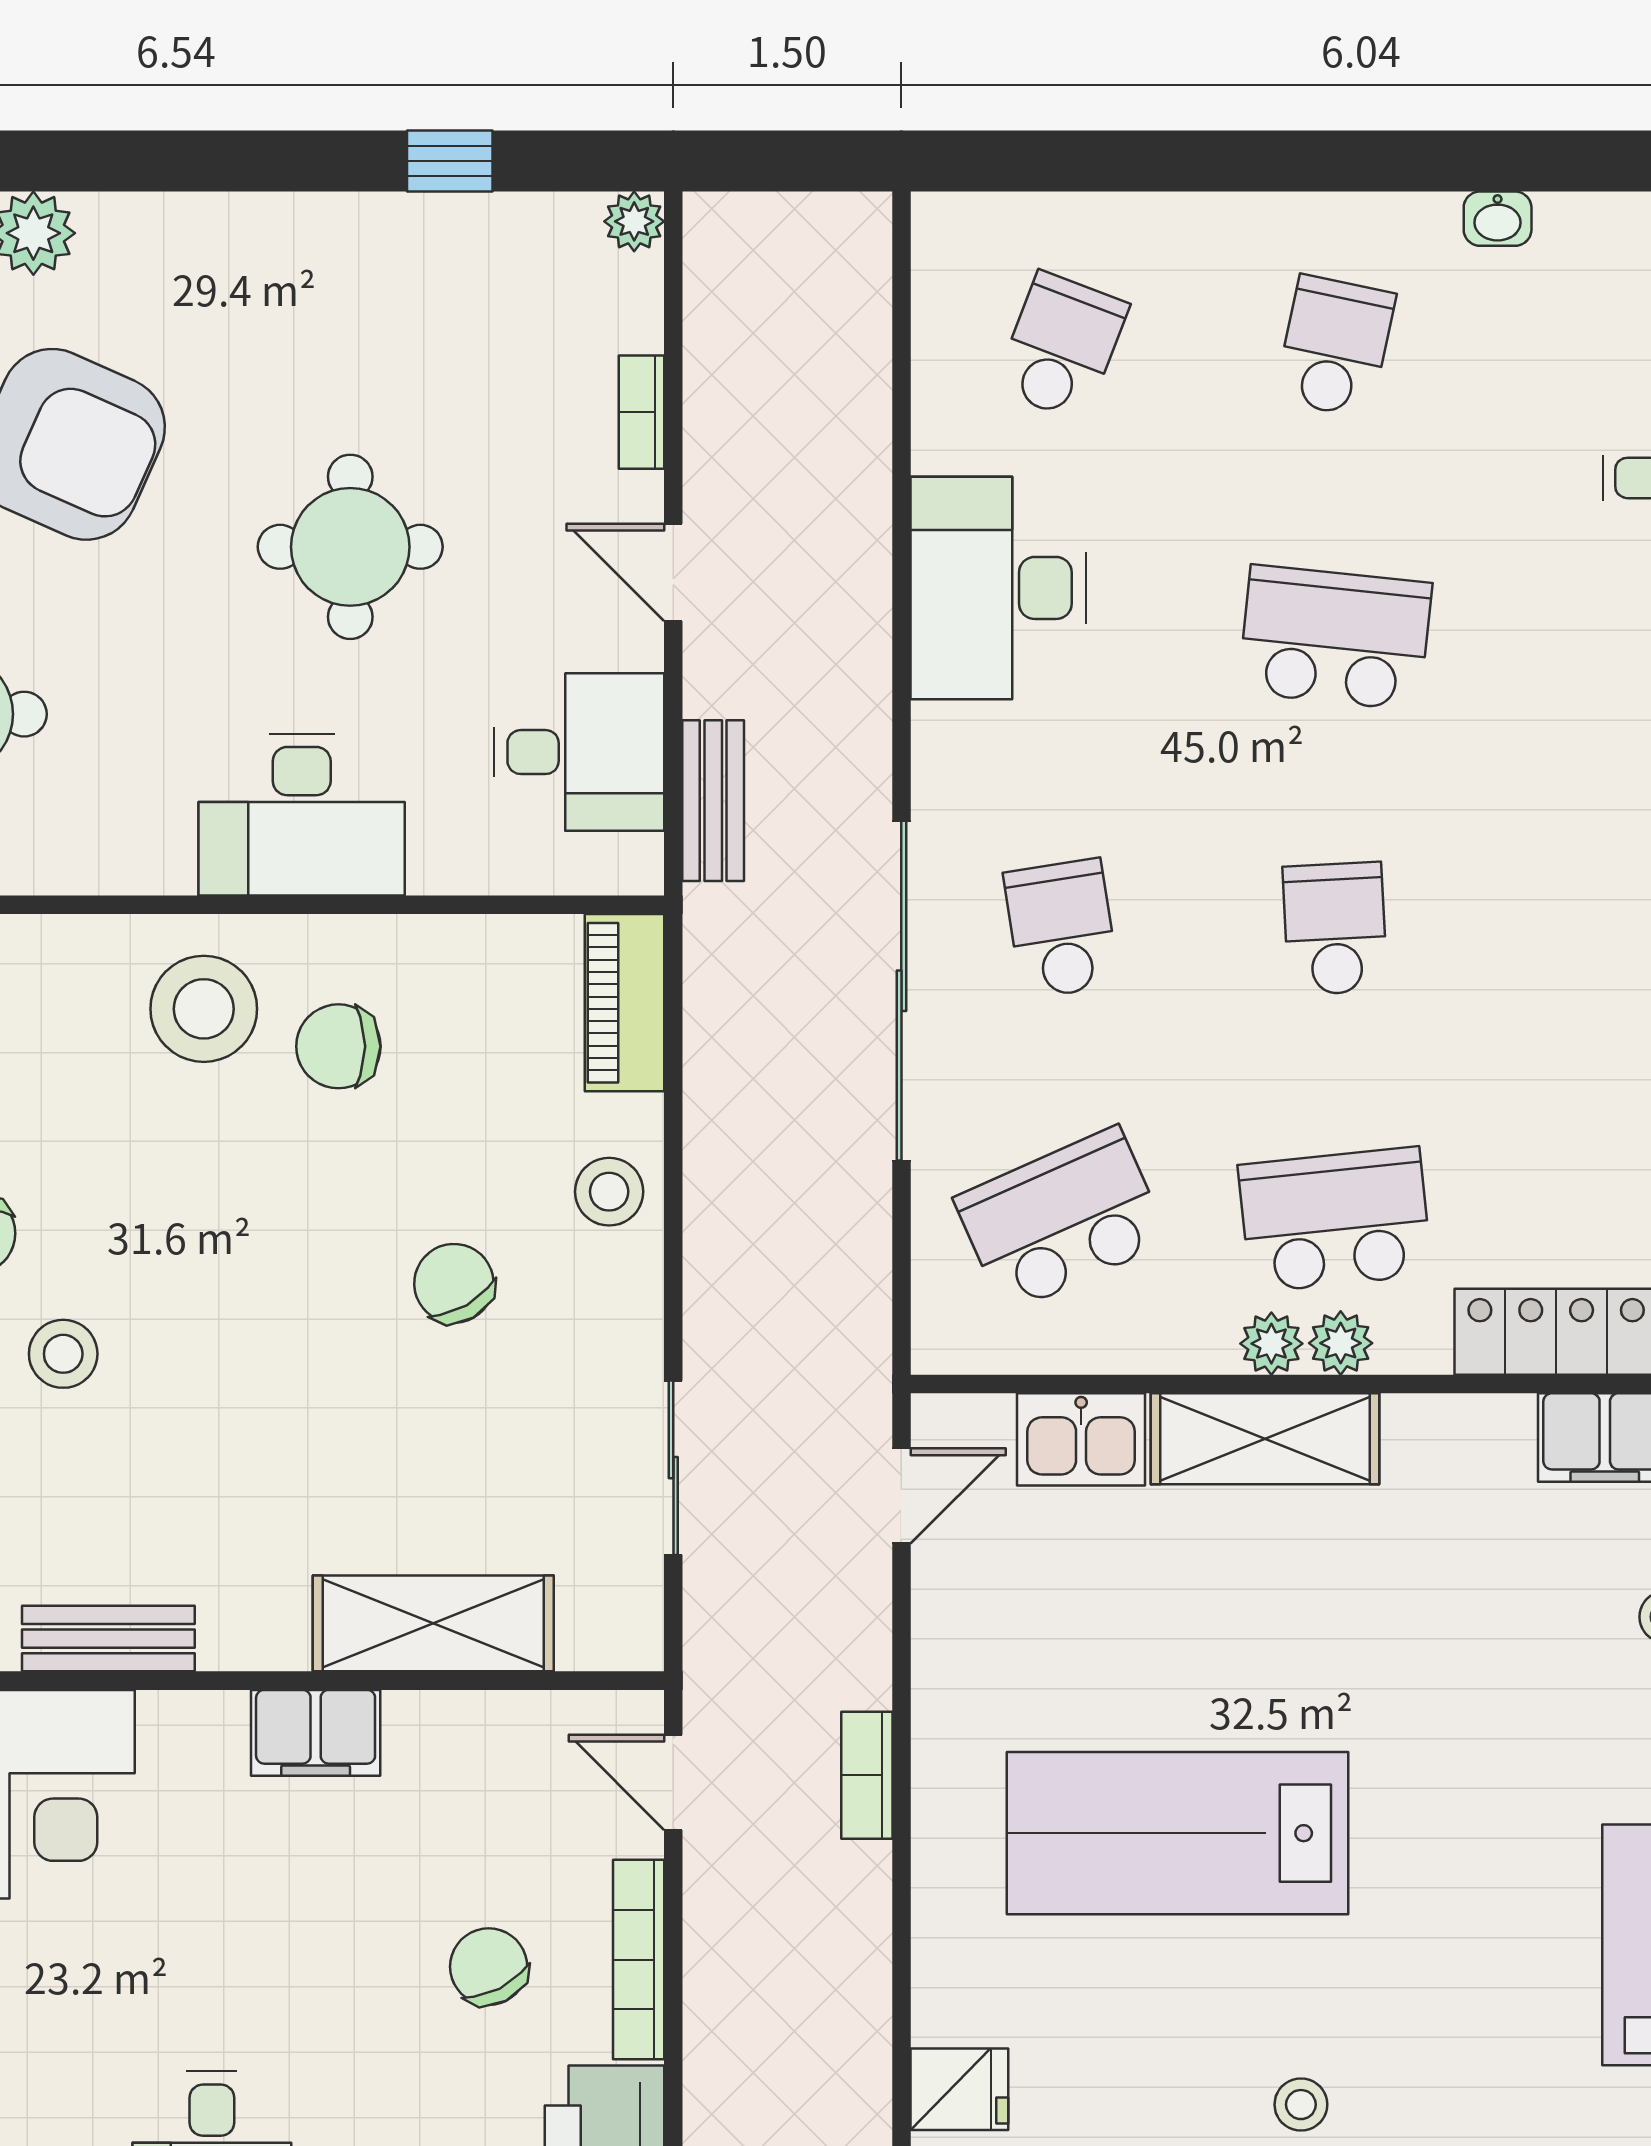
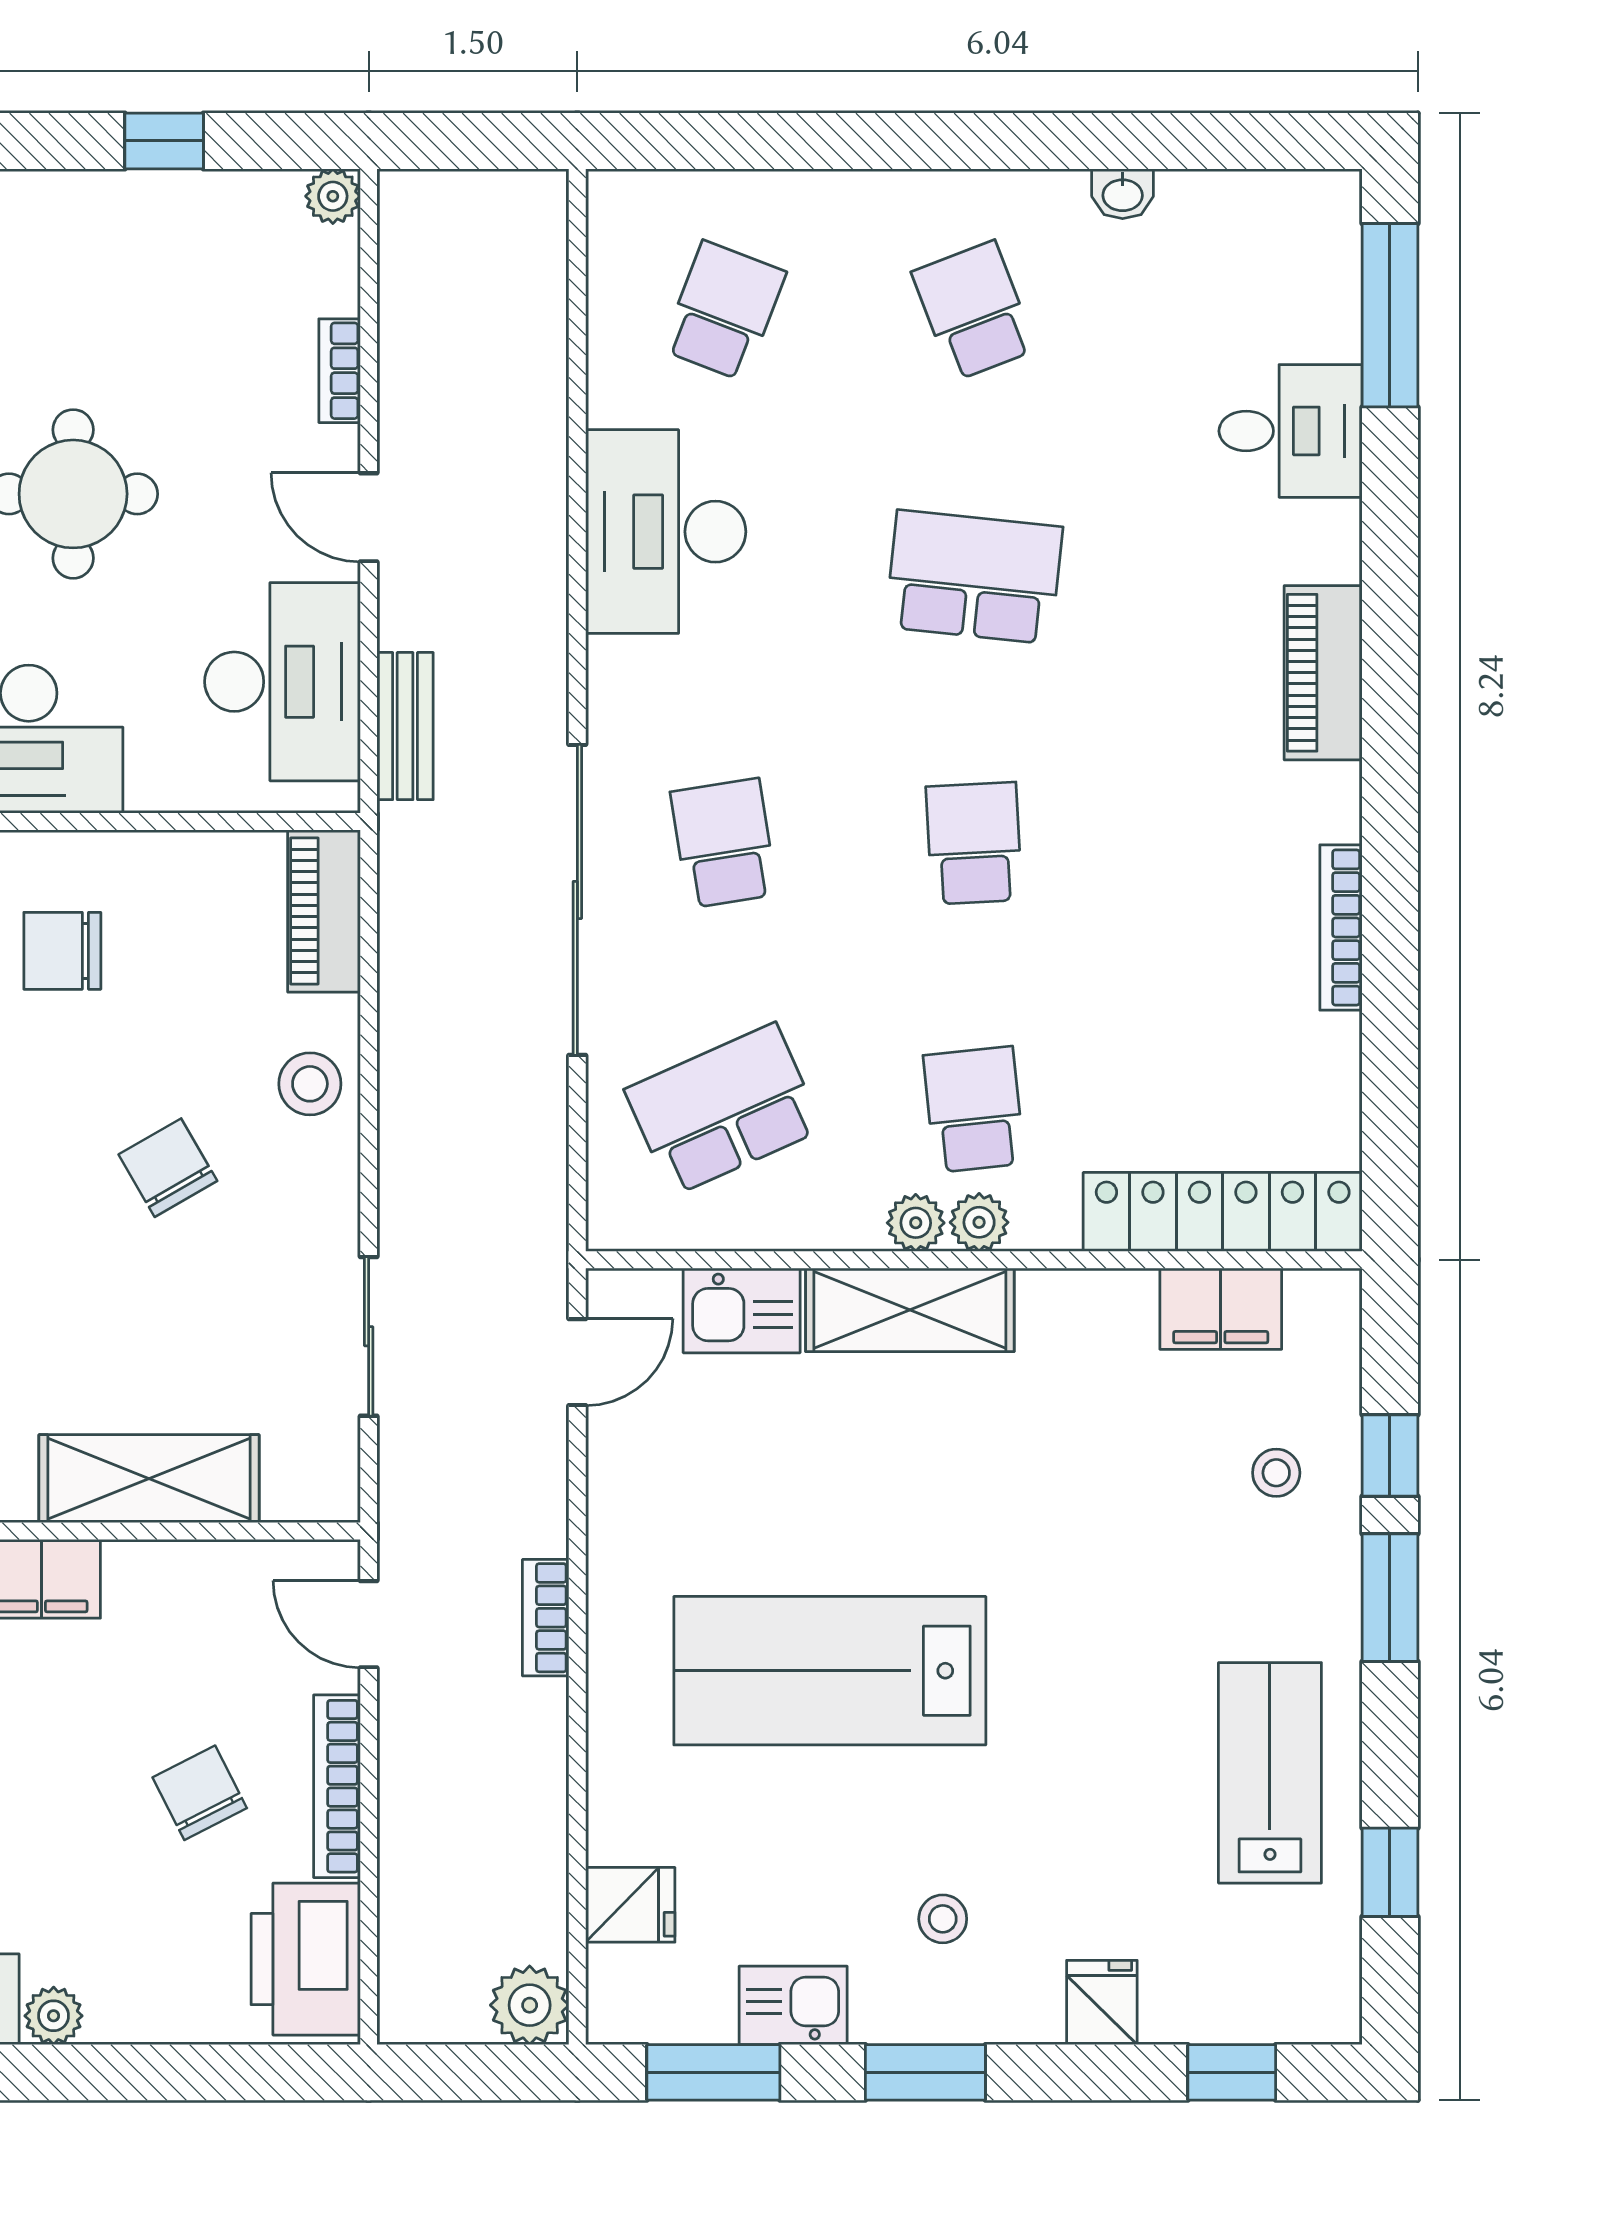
school desk: (1335, 347) -> (974, 311), turned -33
desk: (579, 752) -> (282, 682), width x1.37
school desk: (1335, 1220) -> (974, 1109), width x0.54

